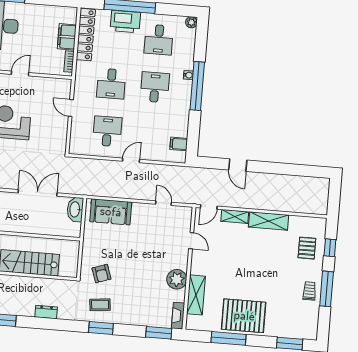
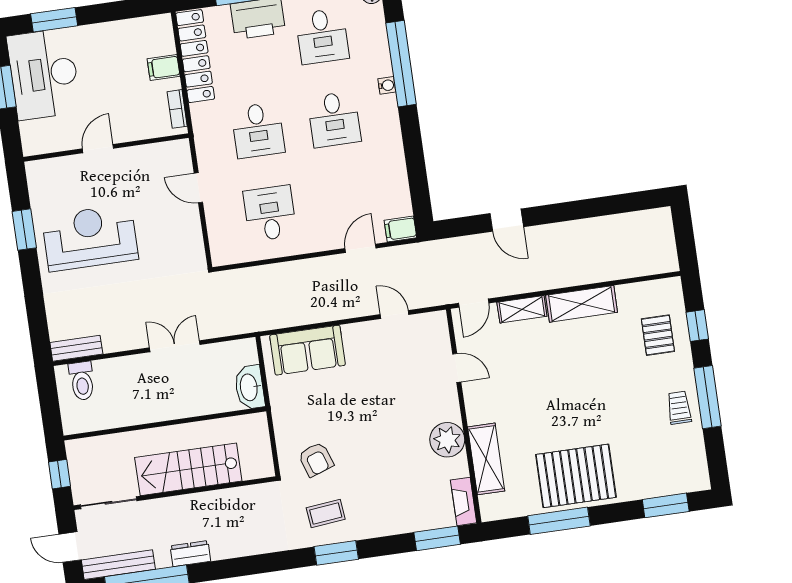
filing cabinet: (67, 37) -> (164, 67), width x0.50
window: (197, 86) -> (401, 64), moved
desk: (155, 87) -> (334, 119), turned 180
filing cabinet: (179, 144) -> (400, 229), moved
door: (131, 160) -> (361, 248), moved
double door: (38, 193) -> (175, 346), width x0.73
washbasin: (75, 209) -> (250, 387), moved
dresser: (46, 312) -> (190, 554), moved

